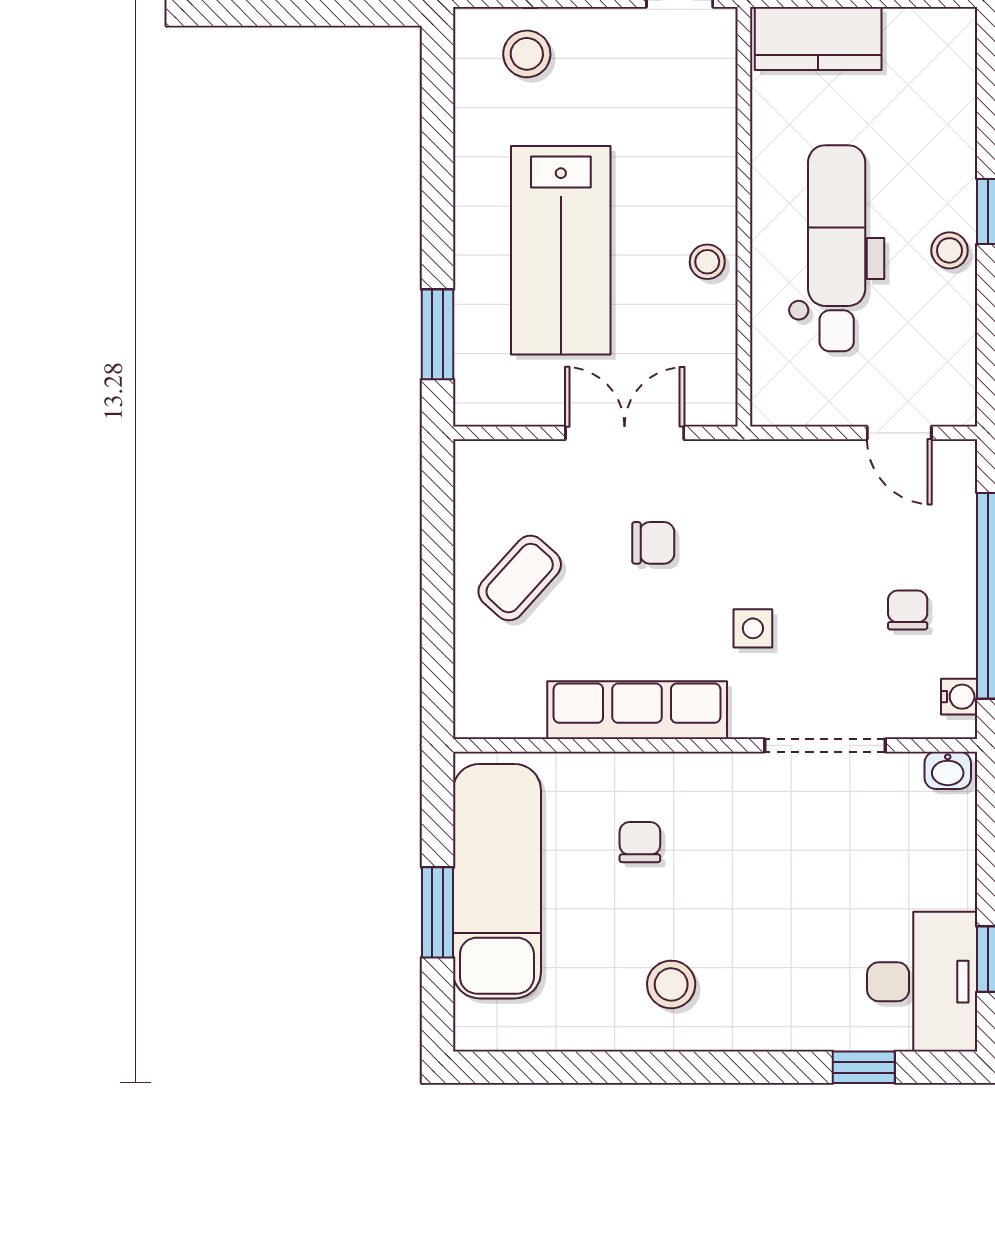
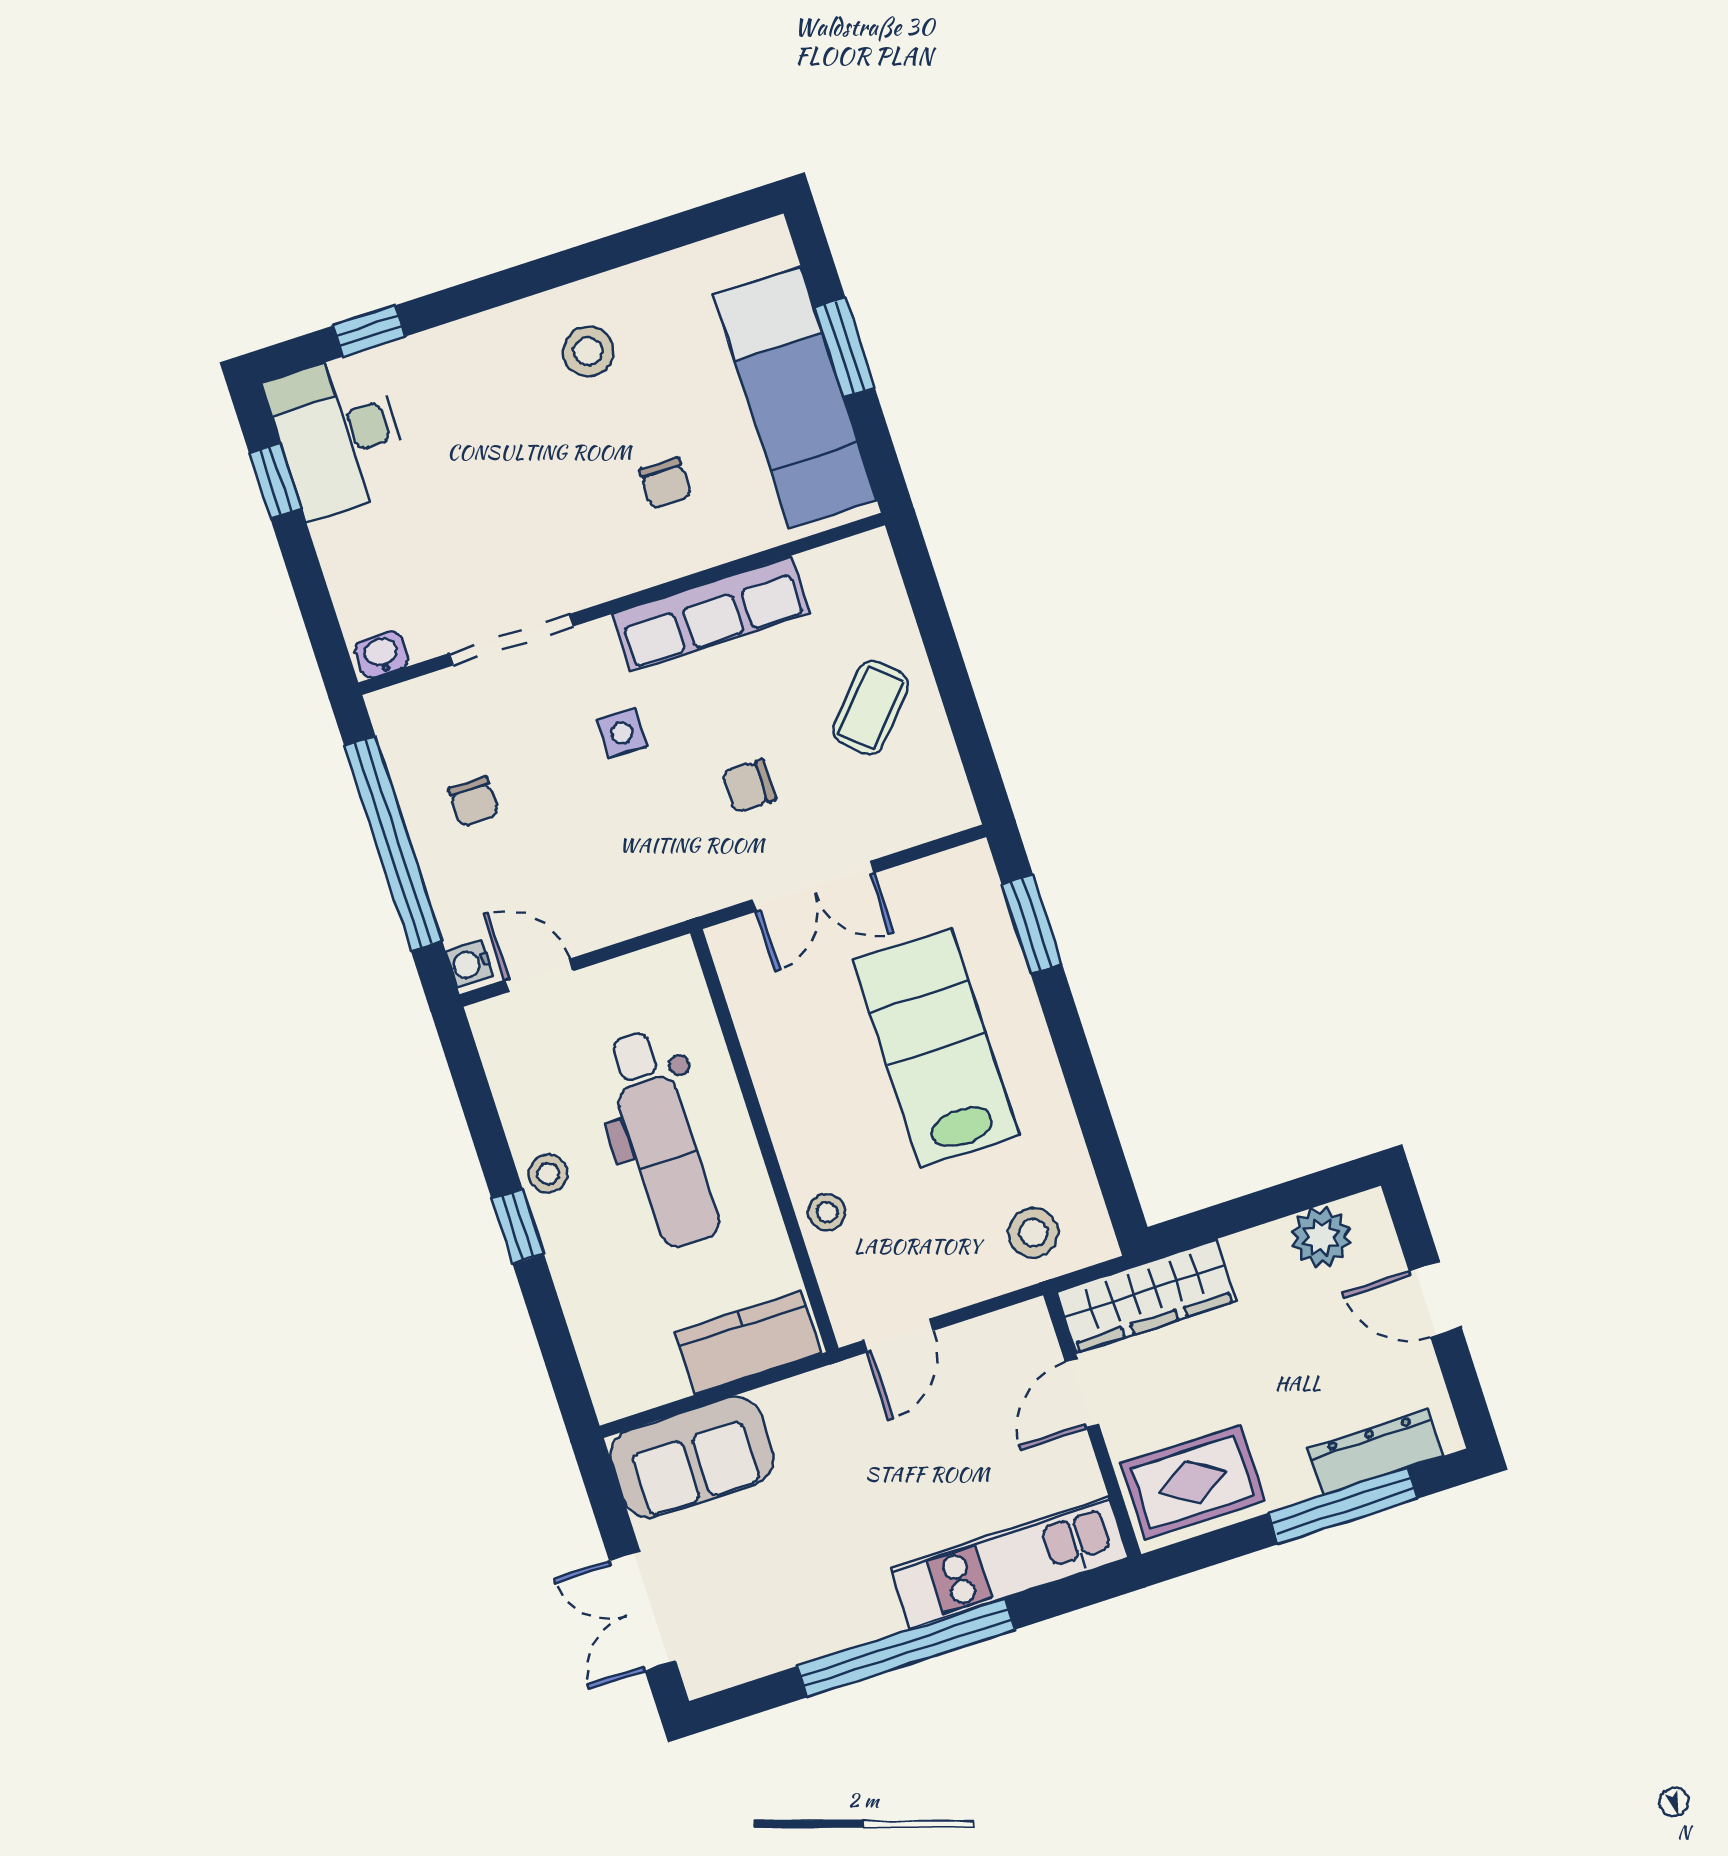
stool: (707, 262) -> (827, 1212), moved
water cooler: (959, 697) -> (469, 964), moved

